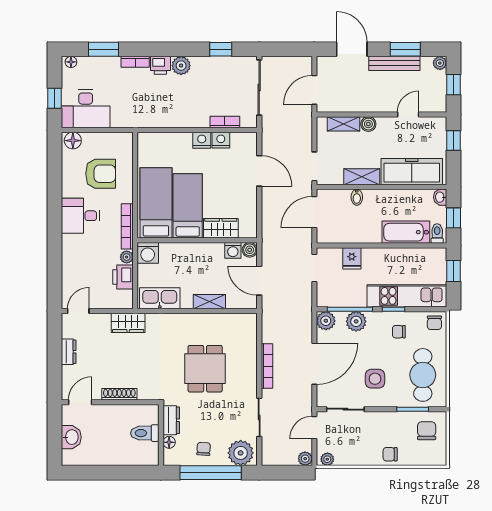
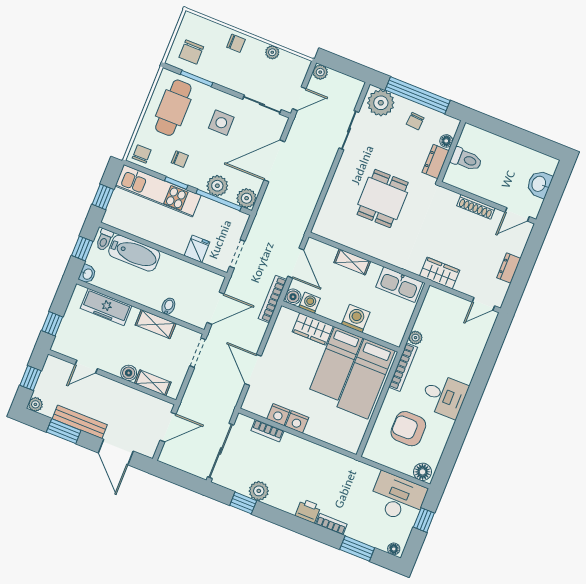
plant: (181, 66) -> (259, 491), moved
freezer: (412, 172) -> (106, 307), width x0.73, depth x0.79
washing machine: (148, 253) -> (356, 318), moved
printer: (123, 277) -> (427, 320), removed
bookcase: (267, 366) -> (273, 299), moved
plant: (327, 459) -> (272, 52), moved

